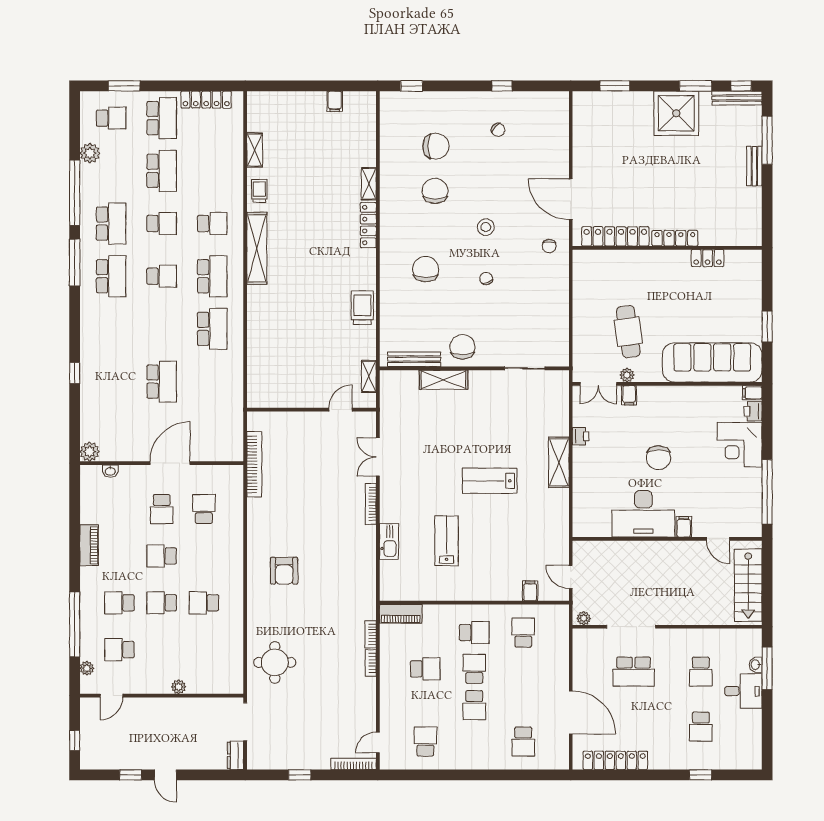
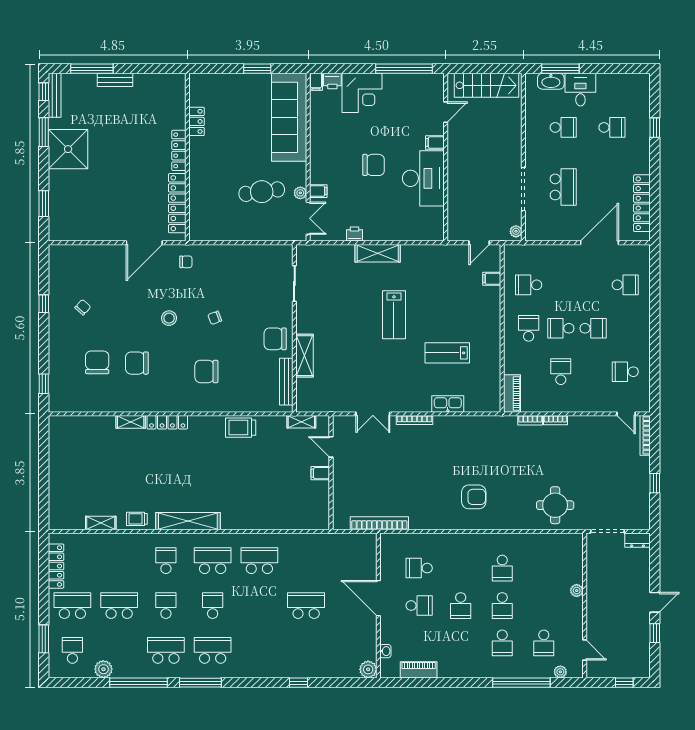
filing cabinet: (335, 101) -> (320, 473), moved, turned 180
piano: (89, 545) -> (419, 670), moved
washbasin: (756, 665) -> (551, 81), width x1.91, depth x1.45

